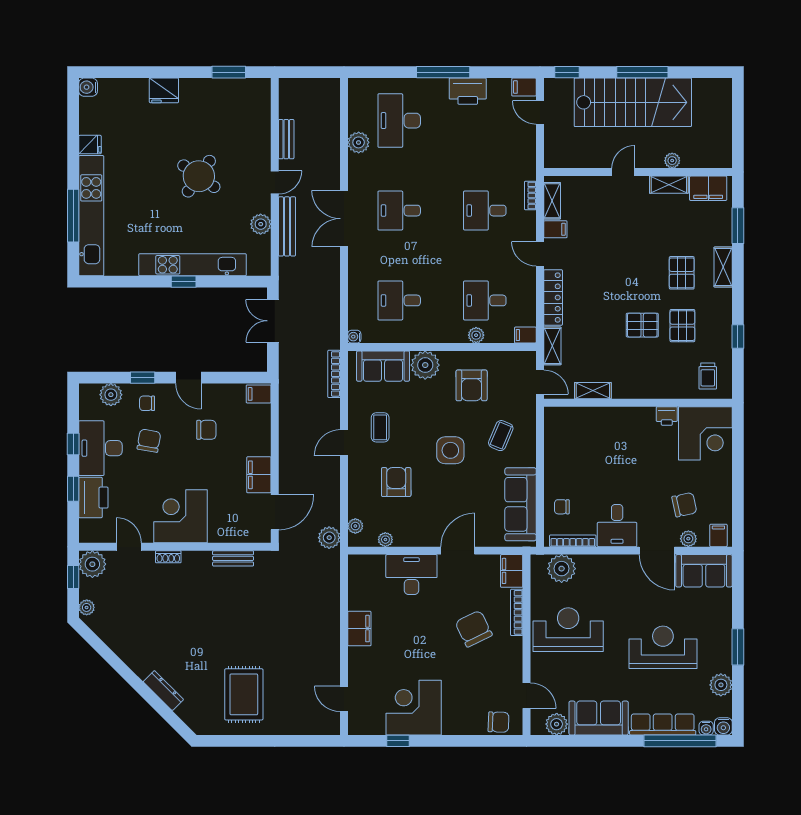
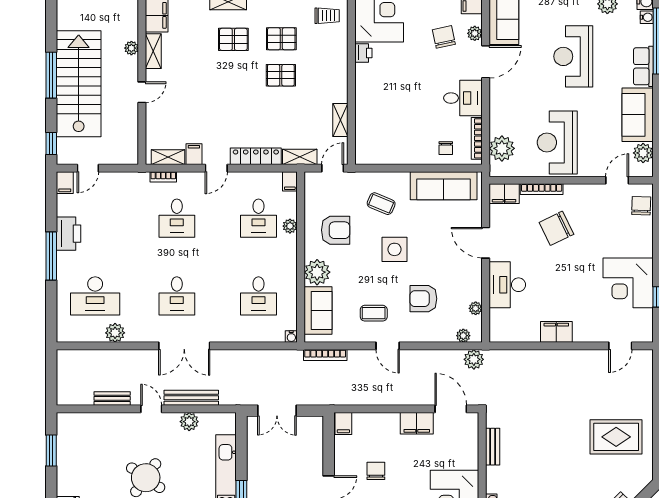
door: (623, 172) -> (142, 92), swing flipped
pallet: (642, 325) -> (281, 75), turned 90
row of seats: (663, 724) -> (643, 66), width x0.68

